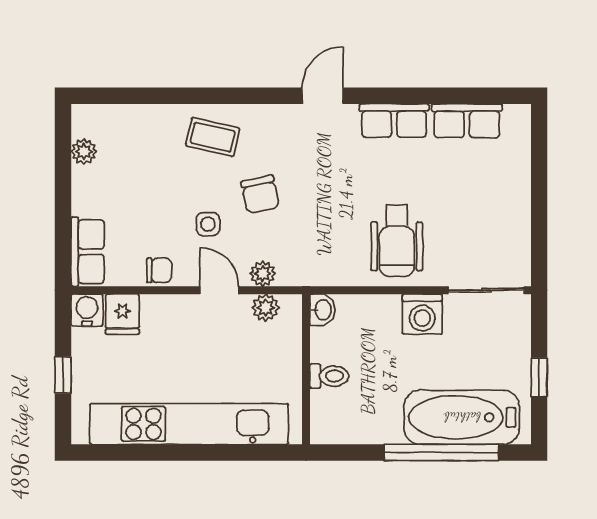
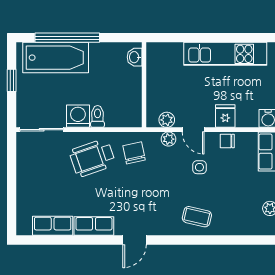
chair: (260, 194) -> (134, 153), moved
wheelchair: (397, 241) -> (92, 158), turned -109
washbasin: (322, 310) -> (135, 57), moved
fridge: (122, 314) -> (225, 116), moved
toilet: (329, 376) -> (98, 116), moved, turned 90
kitchen unit: (189, 424) -> (225, 54), width x0.73

